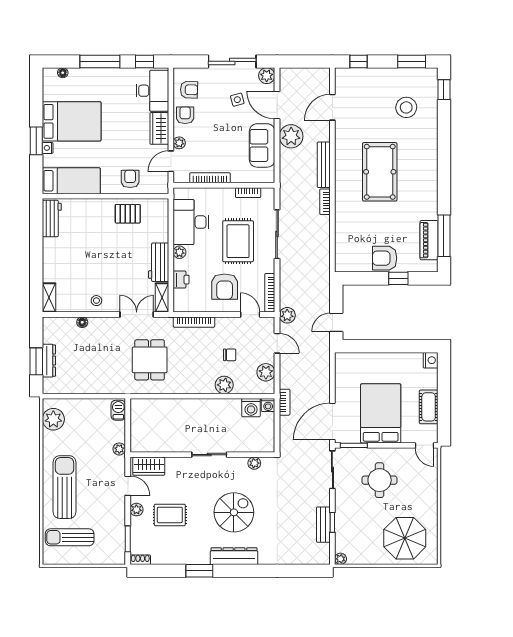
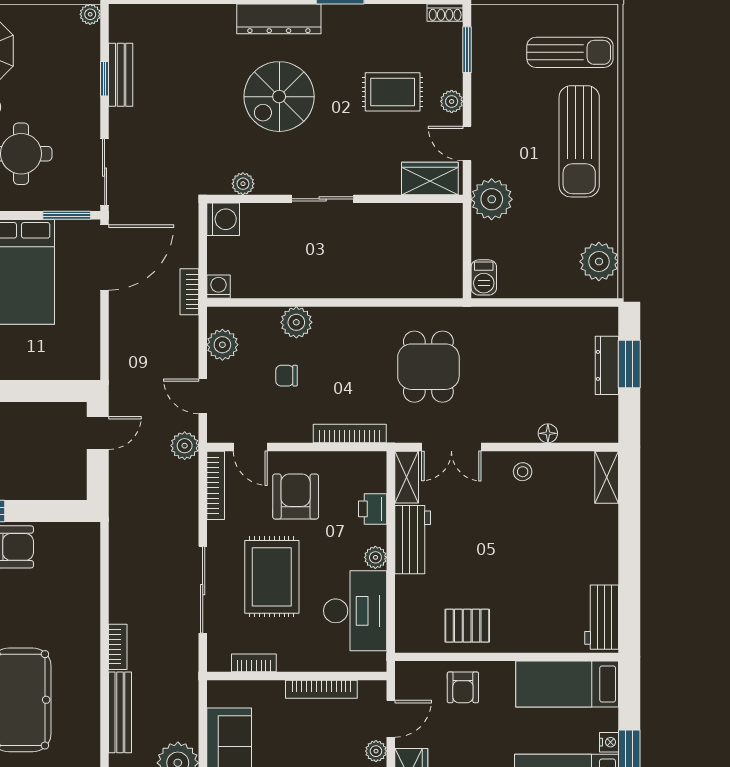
washing machine: (251, 408) -> (223, 219), moved, turned 90
plant: (119, 449) -> (492, 199), width x1.88, depth x1.88

